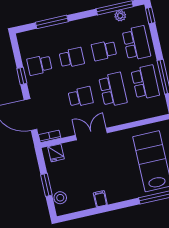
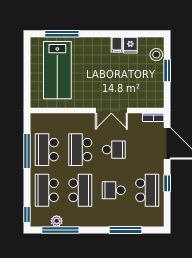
school desk: (104, 50) -> (80, 190), width x1.85
school desk: (39, 65) -> (147, 190), width x1.85
school desk: (81, 97) -> (114, 150), turned 180
fridge: (56, 153) -> (130, 45), moved, turned 180

